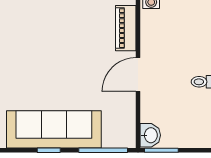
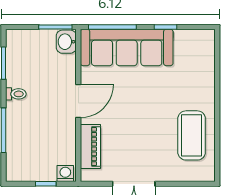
coffee table: (22, 39) -> (192, 135), added
sofa: (54, 129) -> (127, 47), moved

